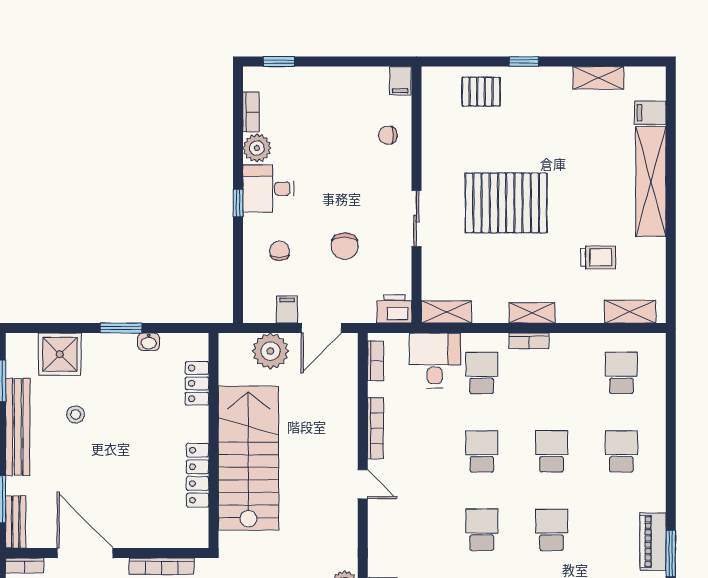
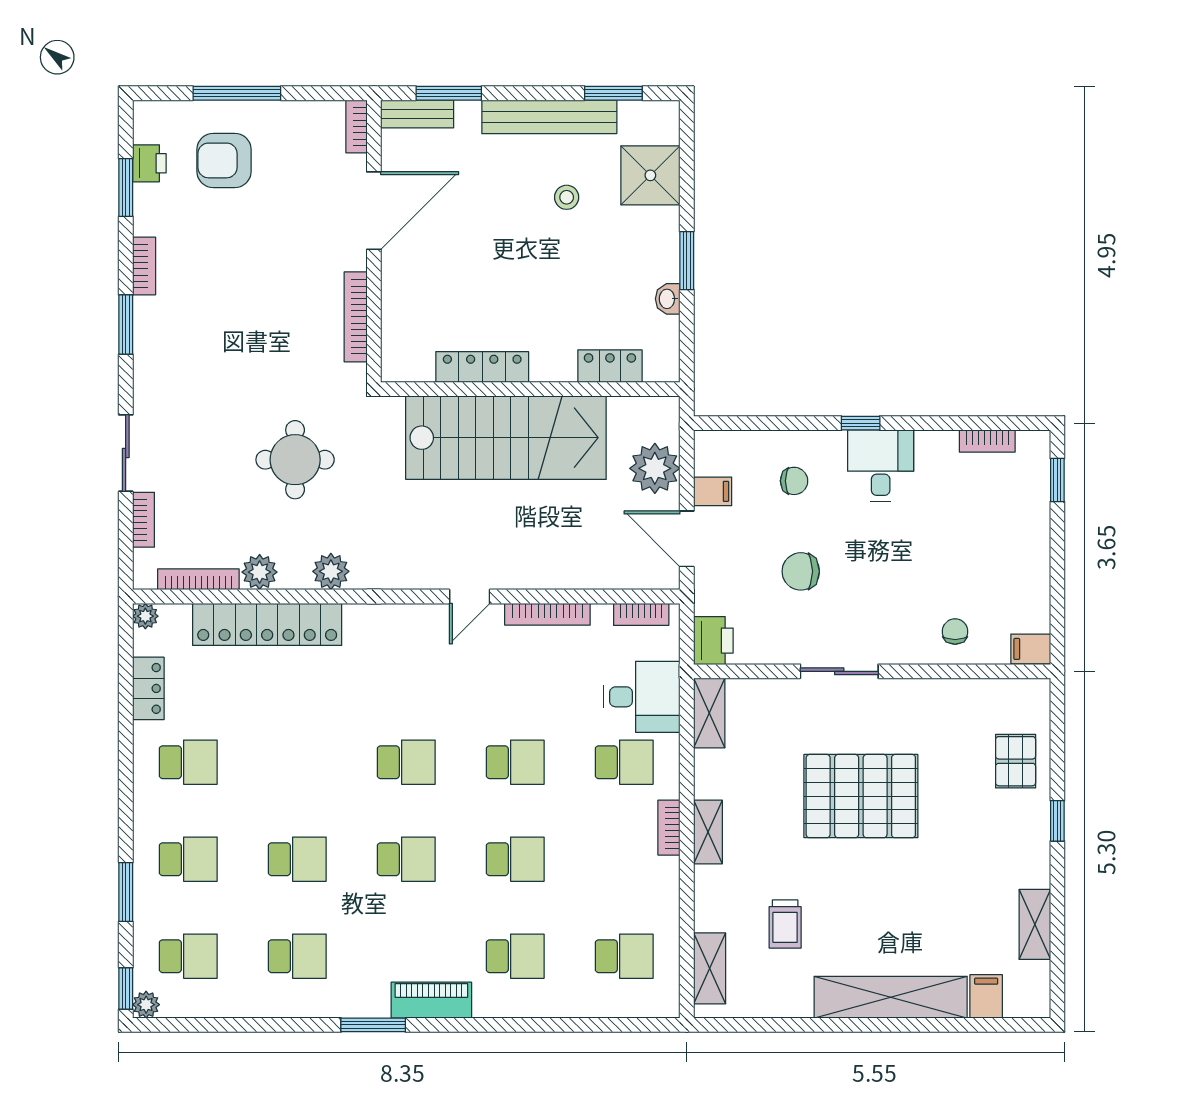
plant: (257, 148) -> (937, 449), removed
pallet: (506, 203) -> (861, 796), turned 90
piano: (653, 542) -> (431, 1000), moved

